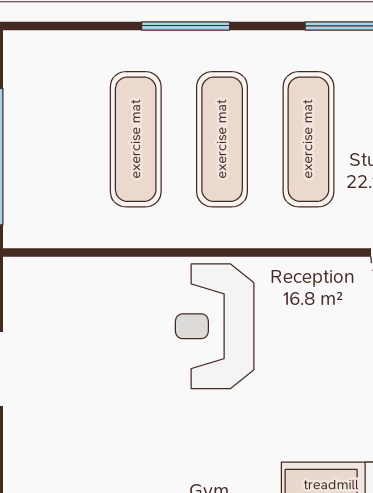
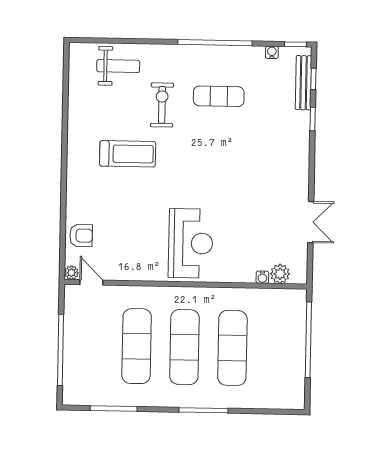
water cooler: (84, 268) -> (262, 277), added
plant: (52, 274) -> (280, 274), added

